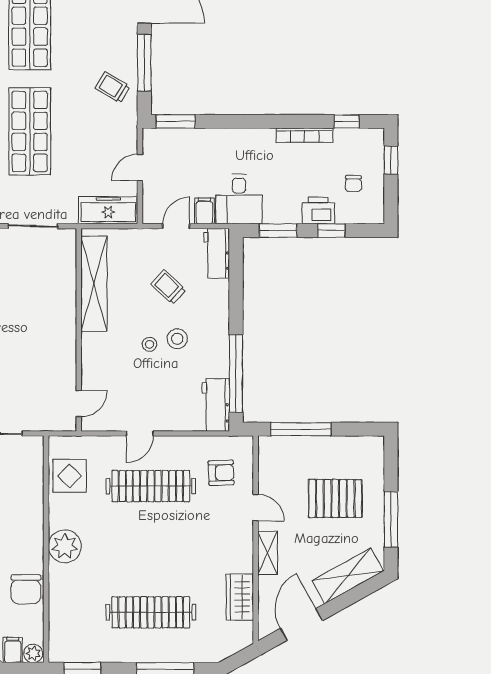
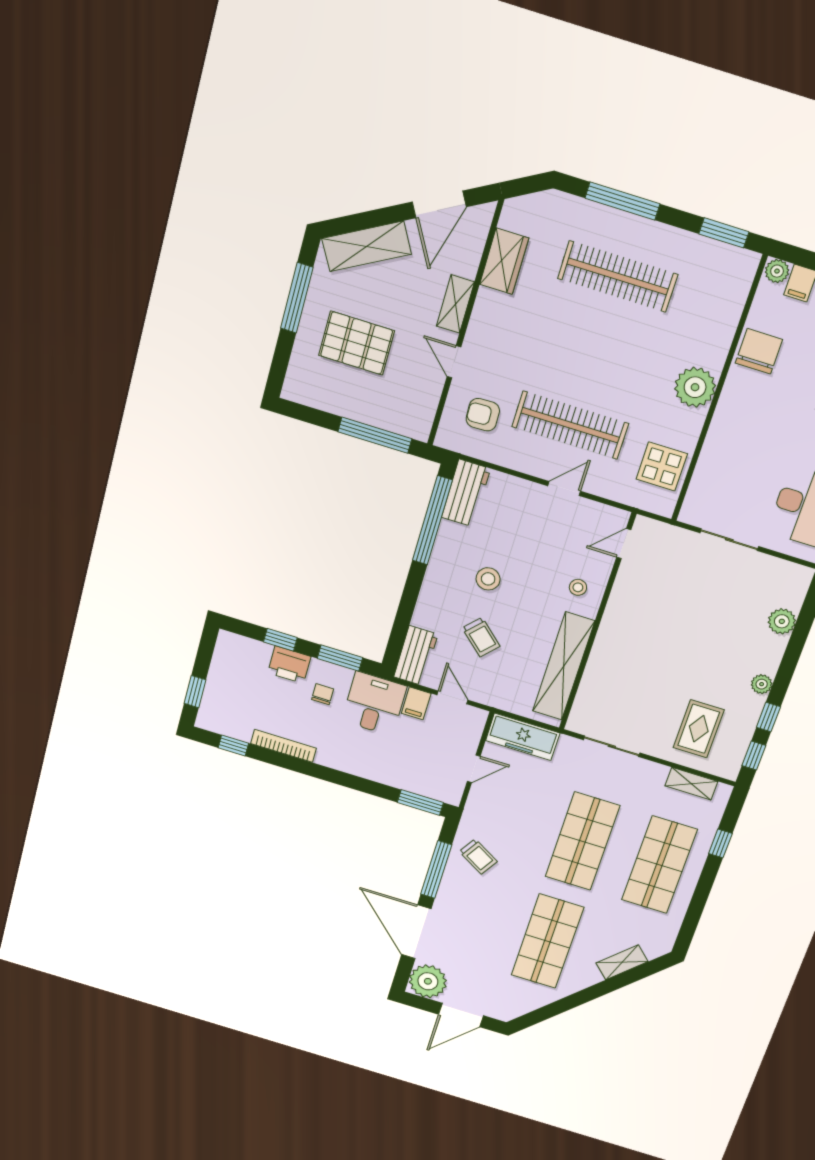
chair: (353, 184) -> (323, 694), moved
door: (176, 226) -> (452, 697), swing flipped
stool: (149, 344) -> (578, 587), moved

